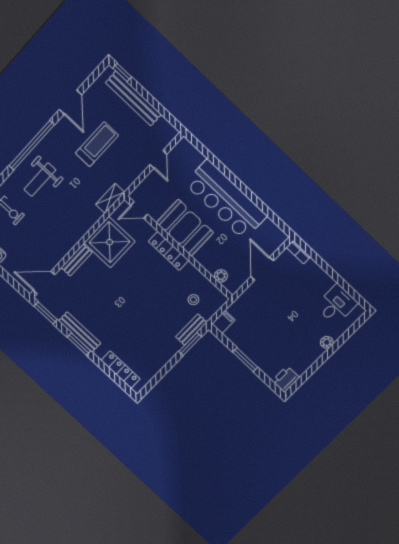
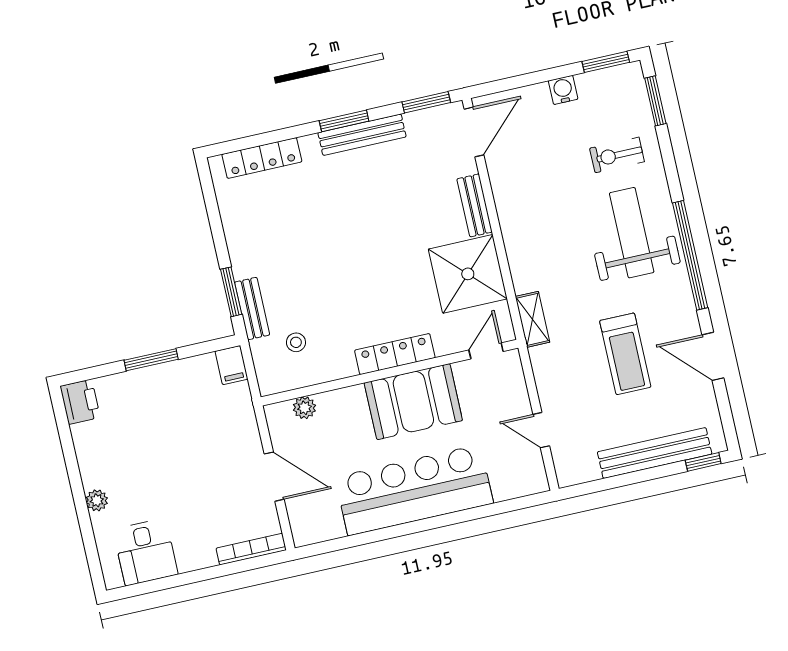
weight bench: (40, 180) -> (632, 233), width x1.36, depth x1.33
bookcase: (298, 252) -> (251, 549), width x1.56

